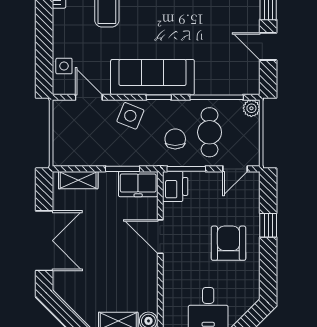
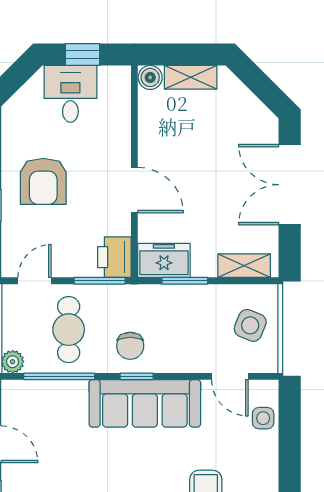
side table: (130, 116) -> (250, 325), moved
chair: (175, 139) -> (130, 346), moved

